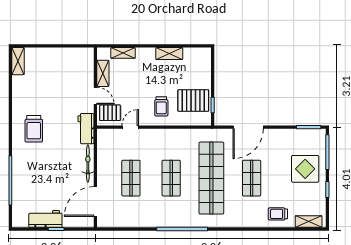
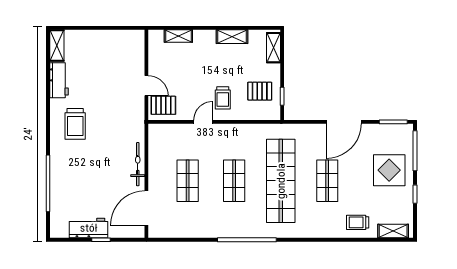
shelving: (103, 73) -> (274, 48), moved
pallet: (193, 101) -> (260, 91), width x0.67, depth x0.71
door: (130, 127) -> (203, 122), moved
door: (248, 127) -> (344, 122), moved
workbench: (86, 129) -> (59, 80), moved, turned 180

